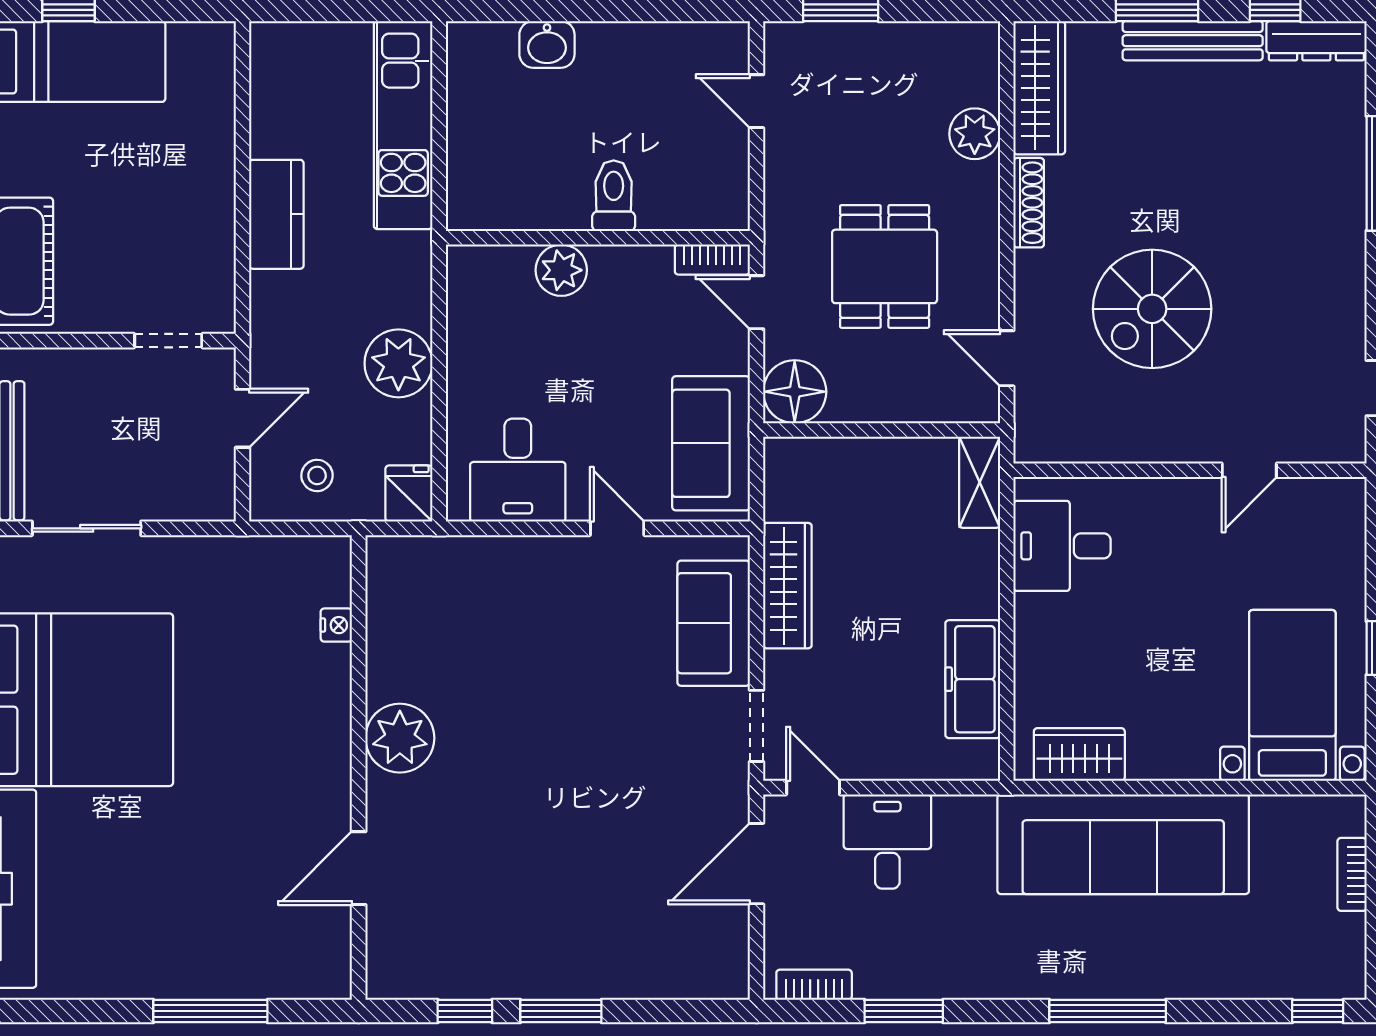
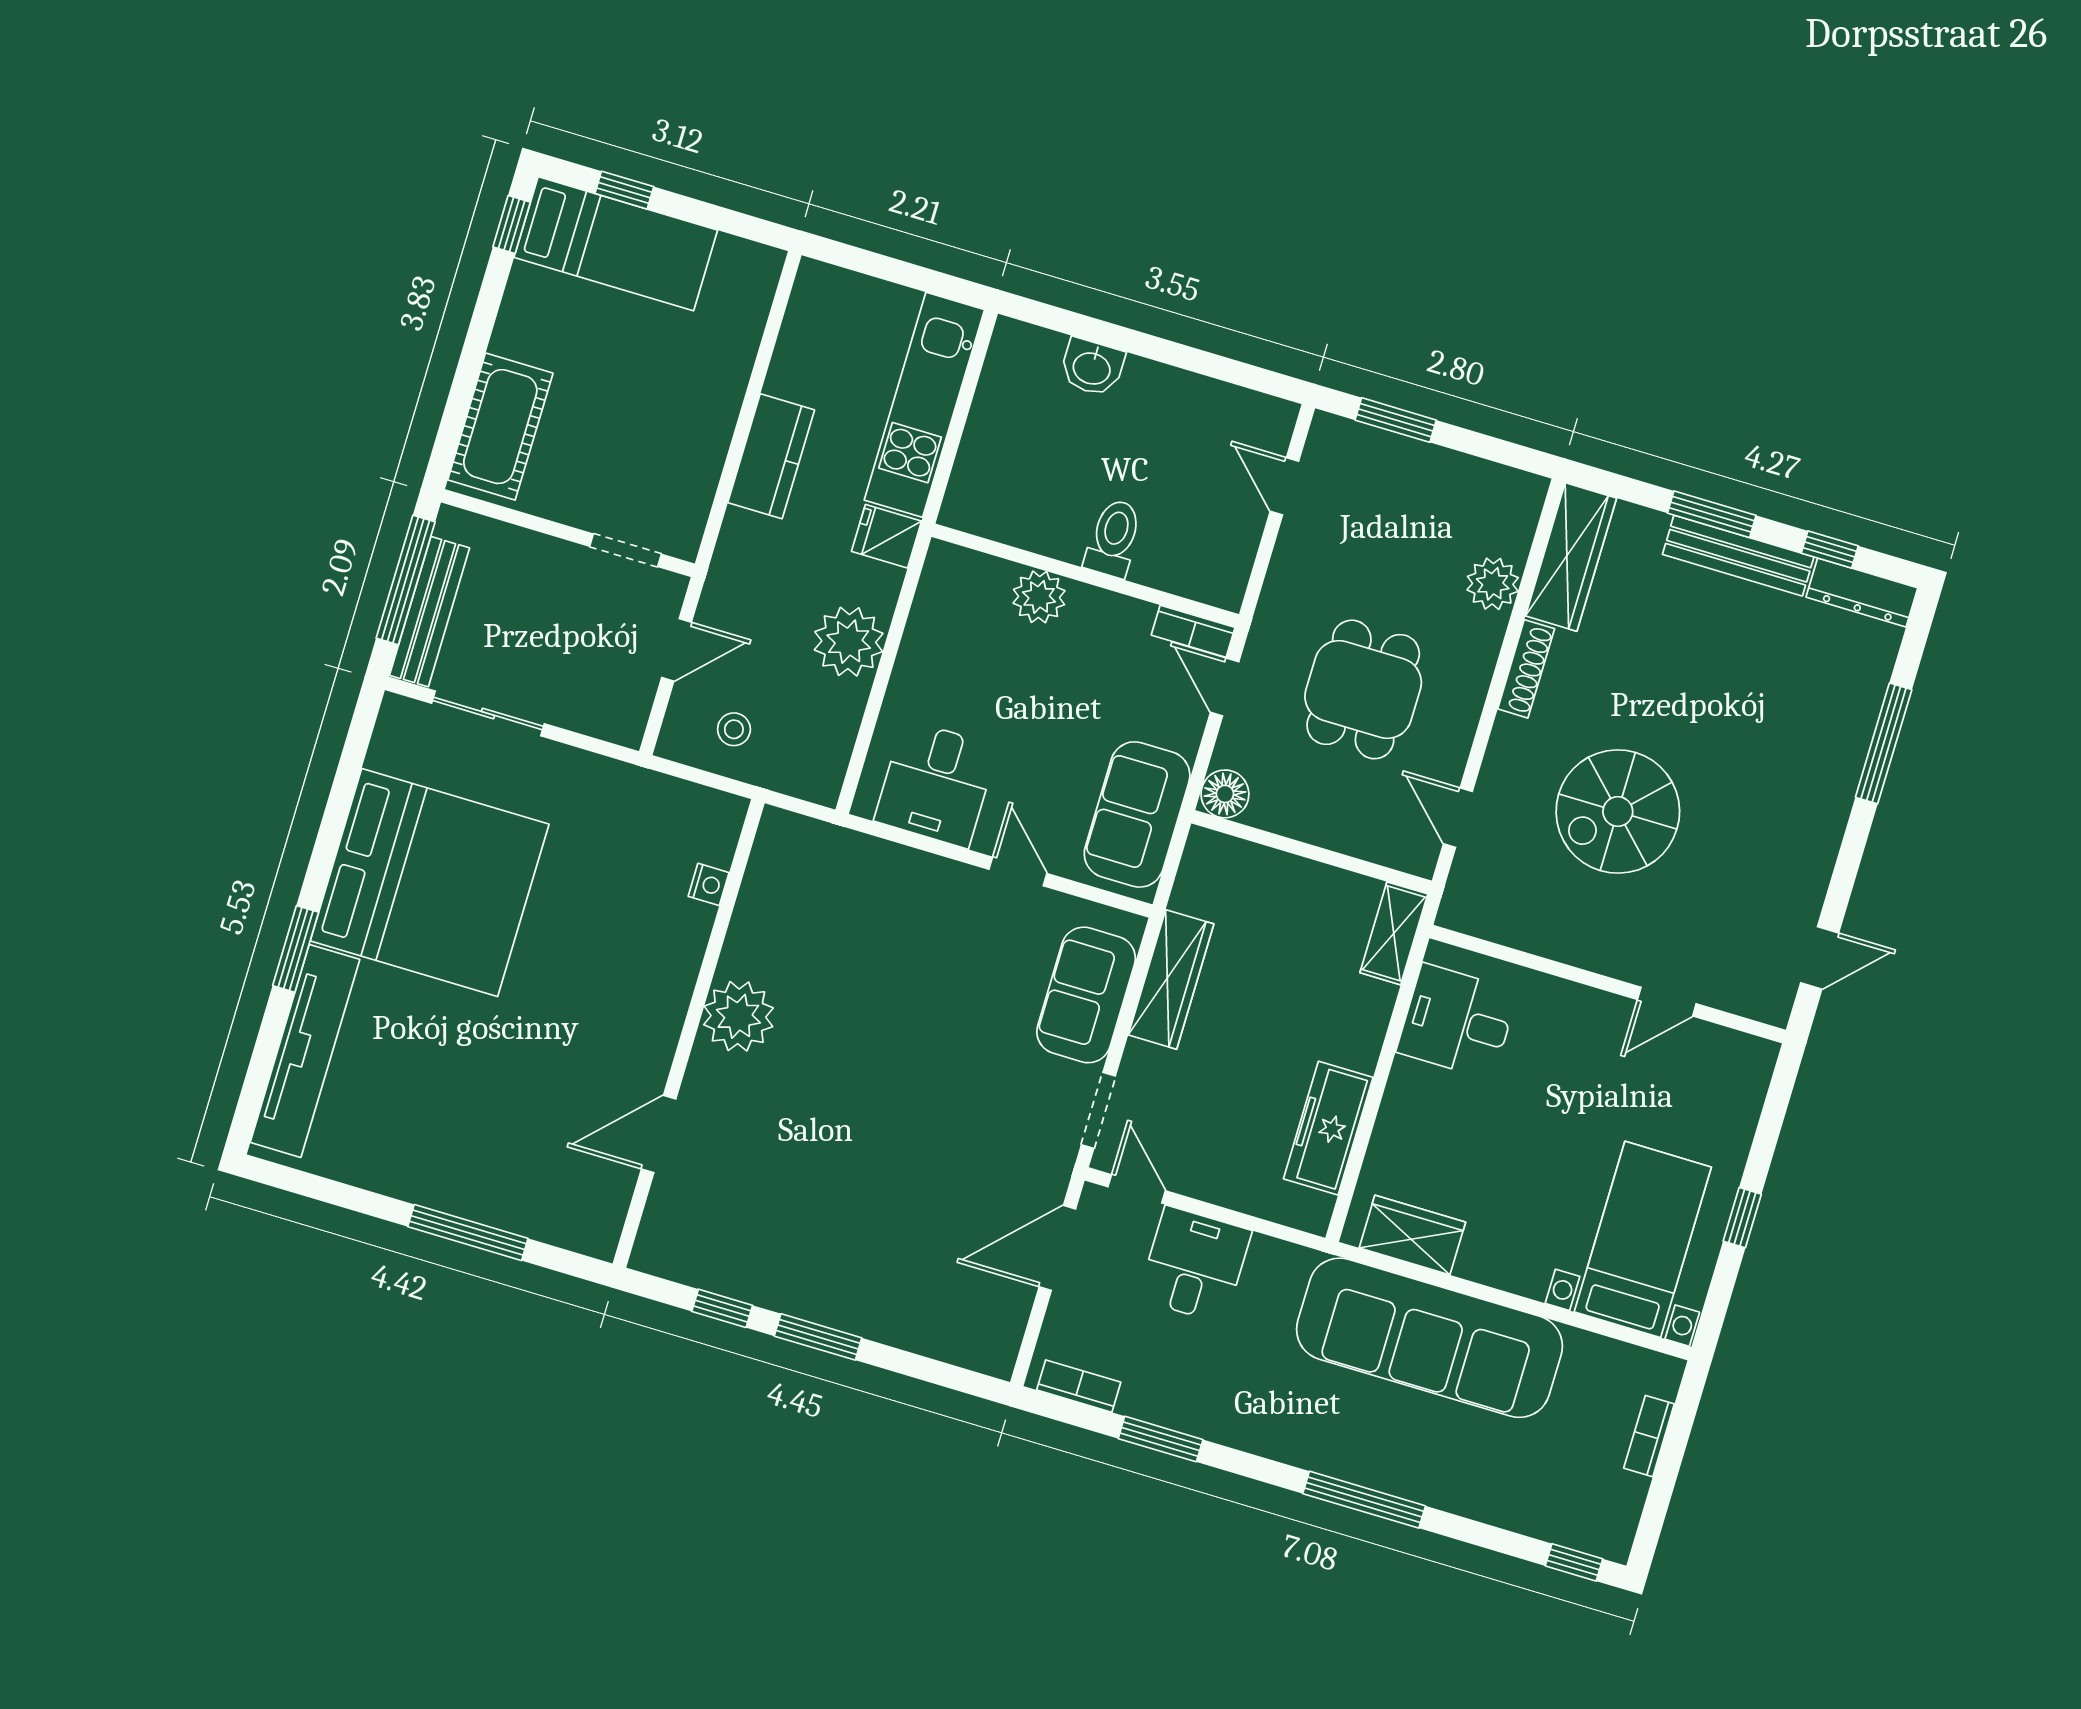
floor lamp: (795, 392) -> (1225, 794), width x0.73, depth x0.73
fridge: (409, 494) -> (887, 536), moved, turned -90

